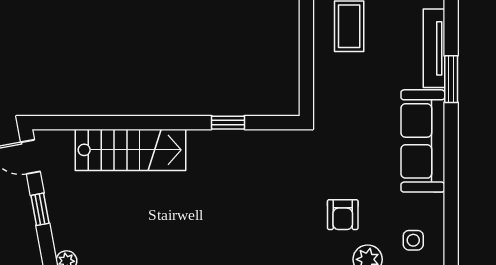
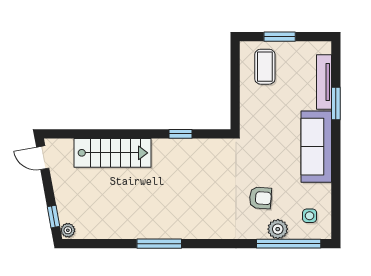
window: (40, 209) -> (53, 217), moved
armchair: (343, 215) -> (260, 198), turned -86

